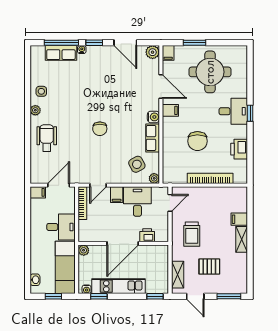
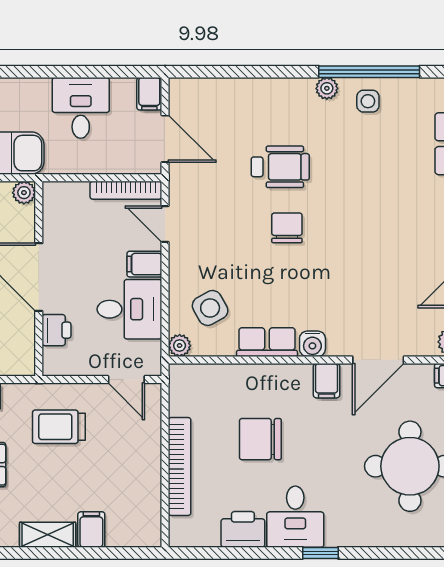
window: (28, 91) -> (369, 72), added
desk: (233, 111) -> (295, 517), moved
chair: (100, 129) -> (287, 228), turned 90
wheelchair: (47, 138) -> (280, 167), moved
desk: (61, 227) -> (81, 108), moved, turned 180

